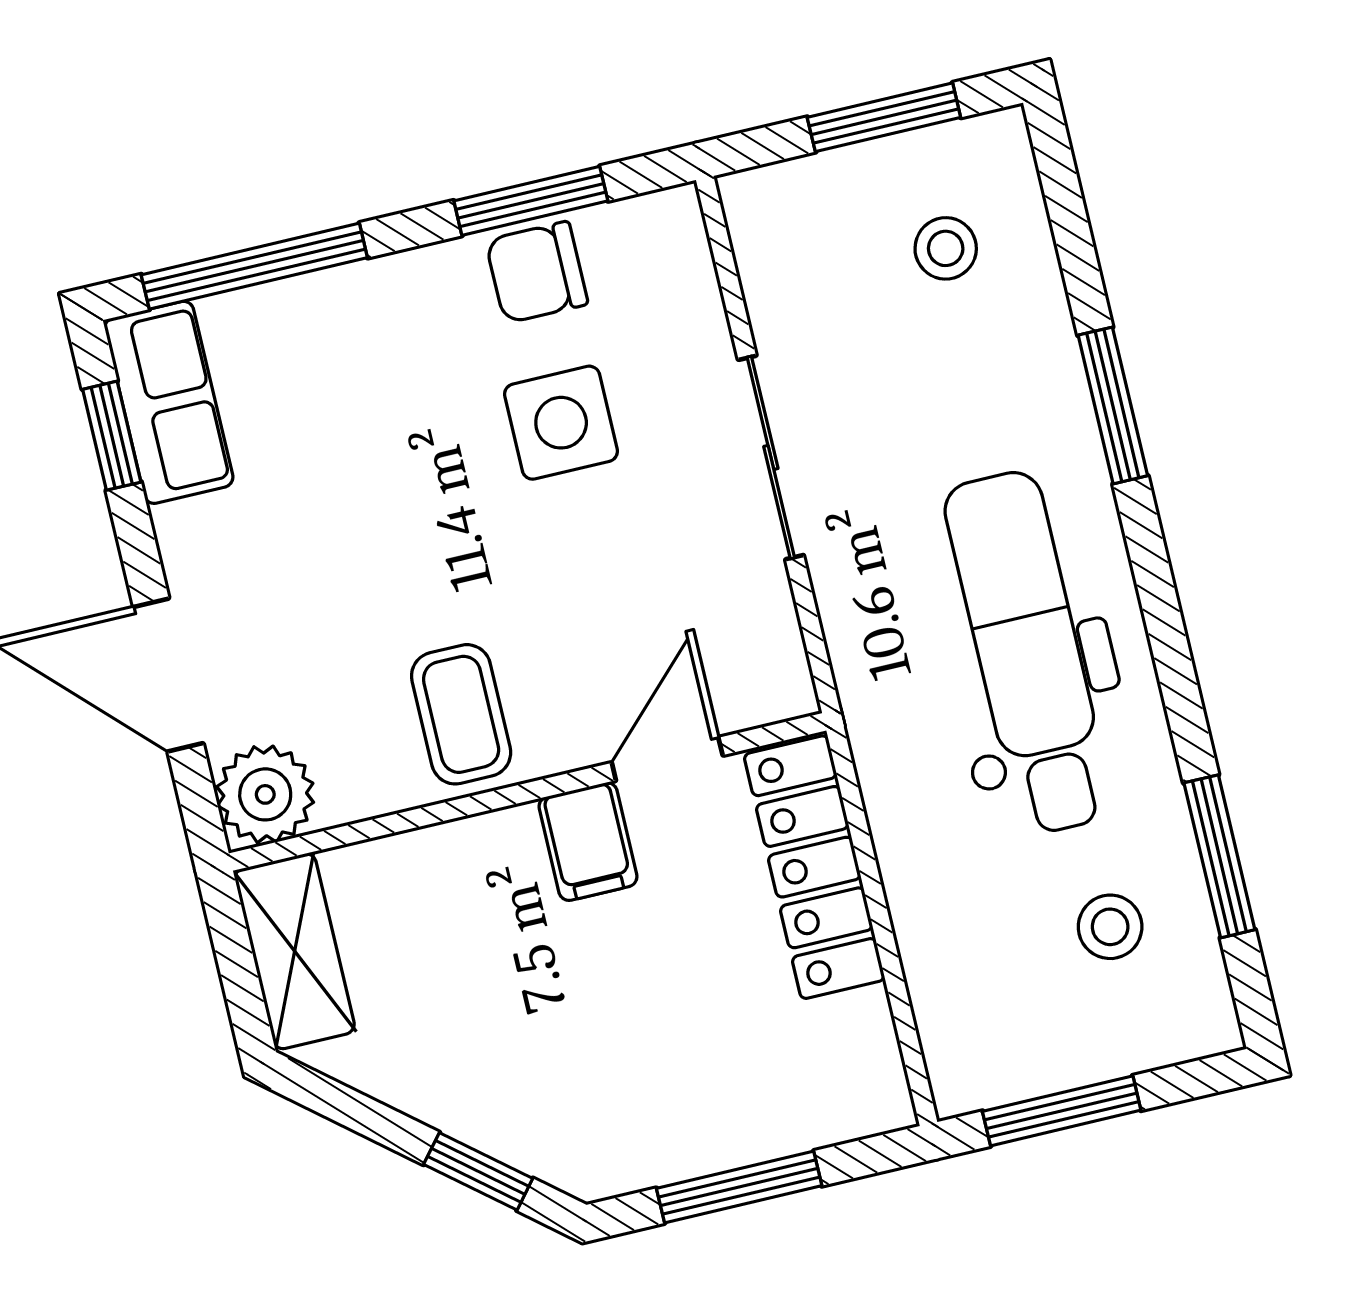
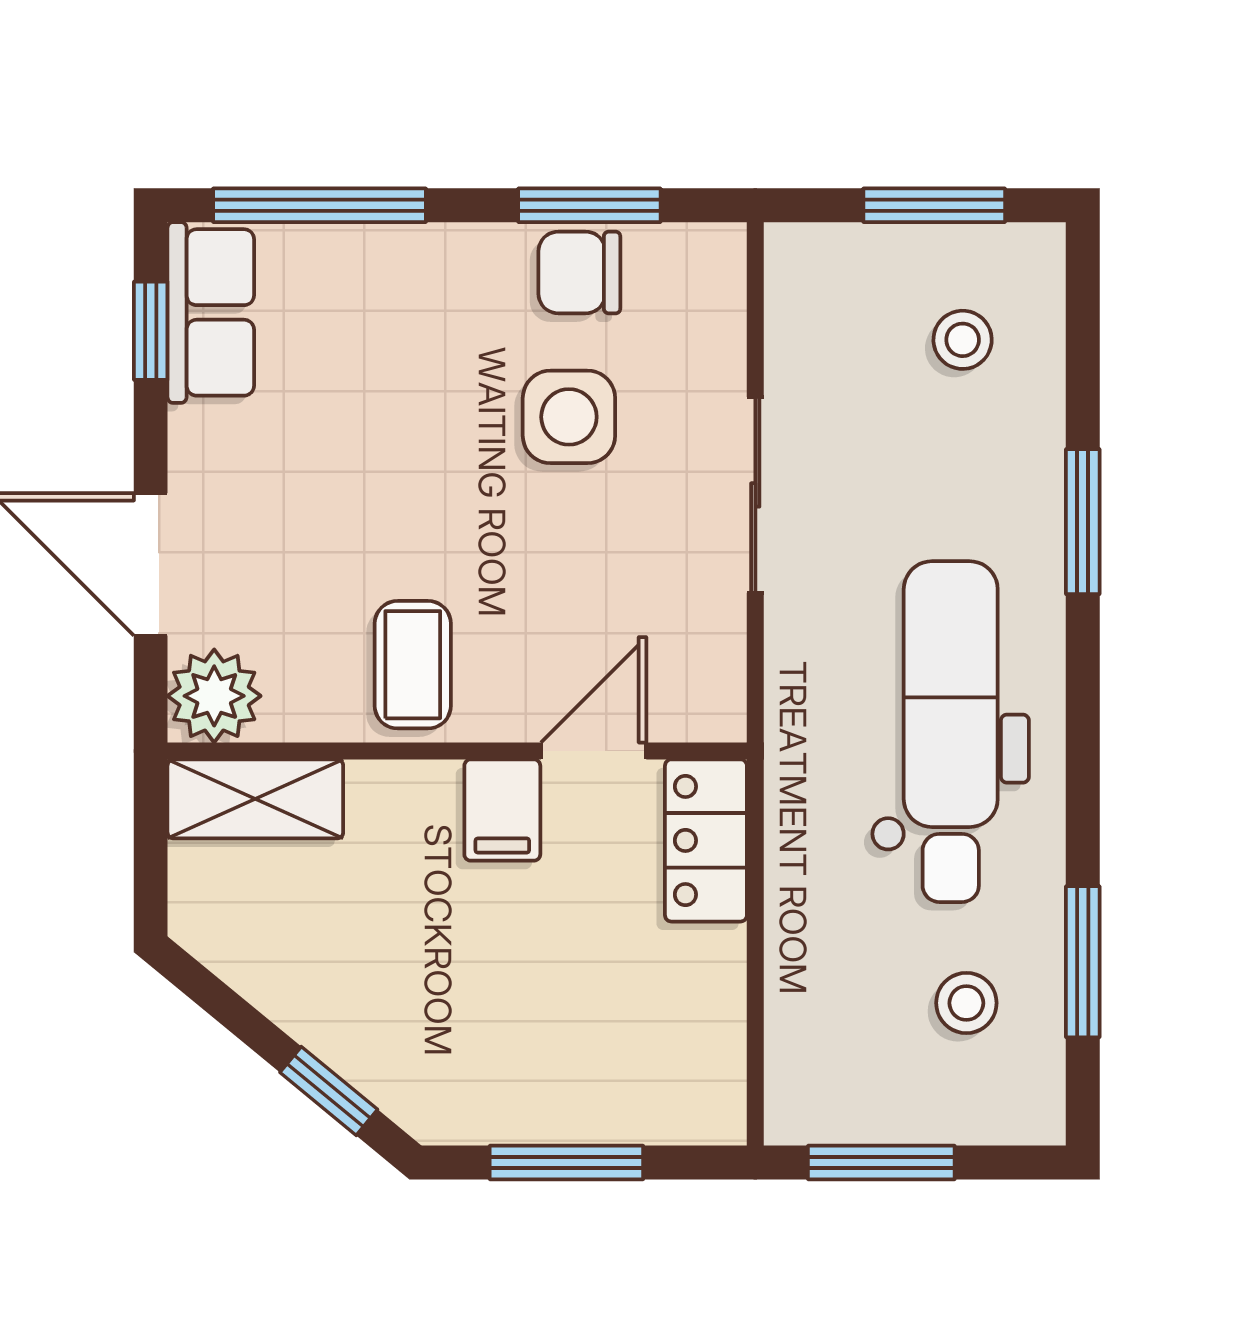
locker: (814, 867) -> (706, 840), width x0.66
shelving: (295, 951) -> (255, 799), moved, turned 90

